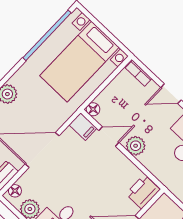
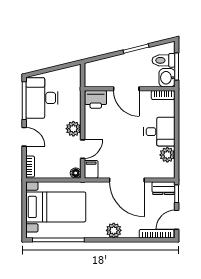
door: (109, 136) -> (83, 149), swing flipped
floor lamp: (15, 191) -> (165, 173), removed

